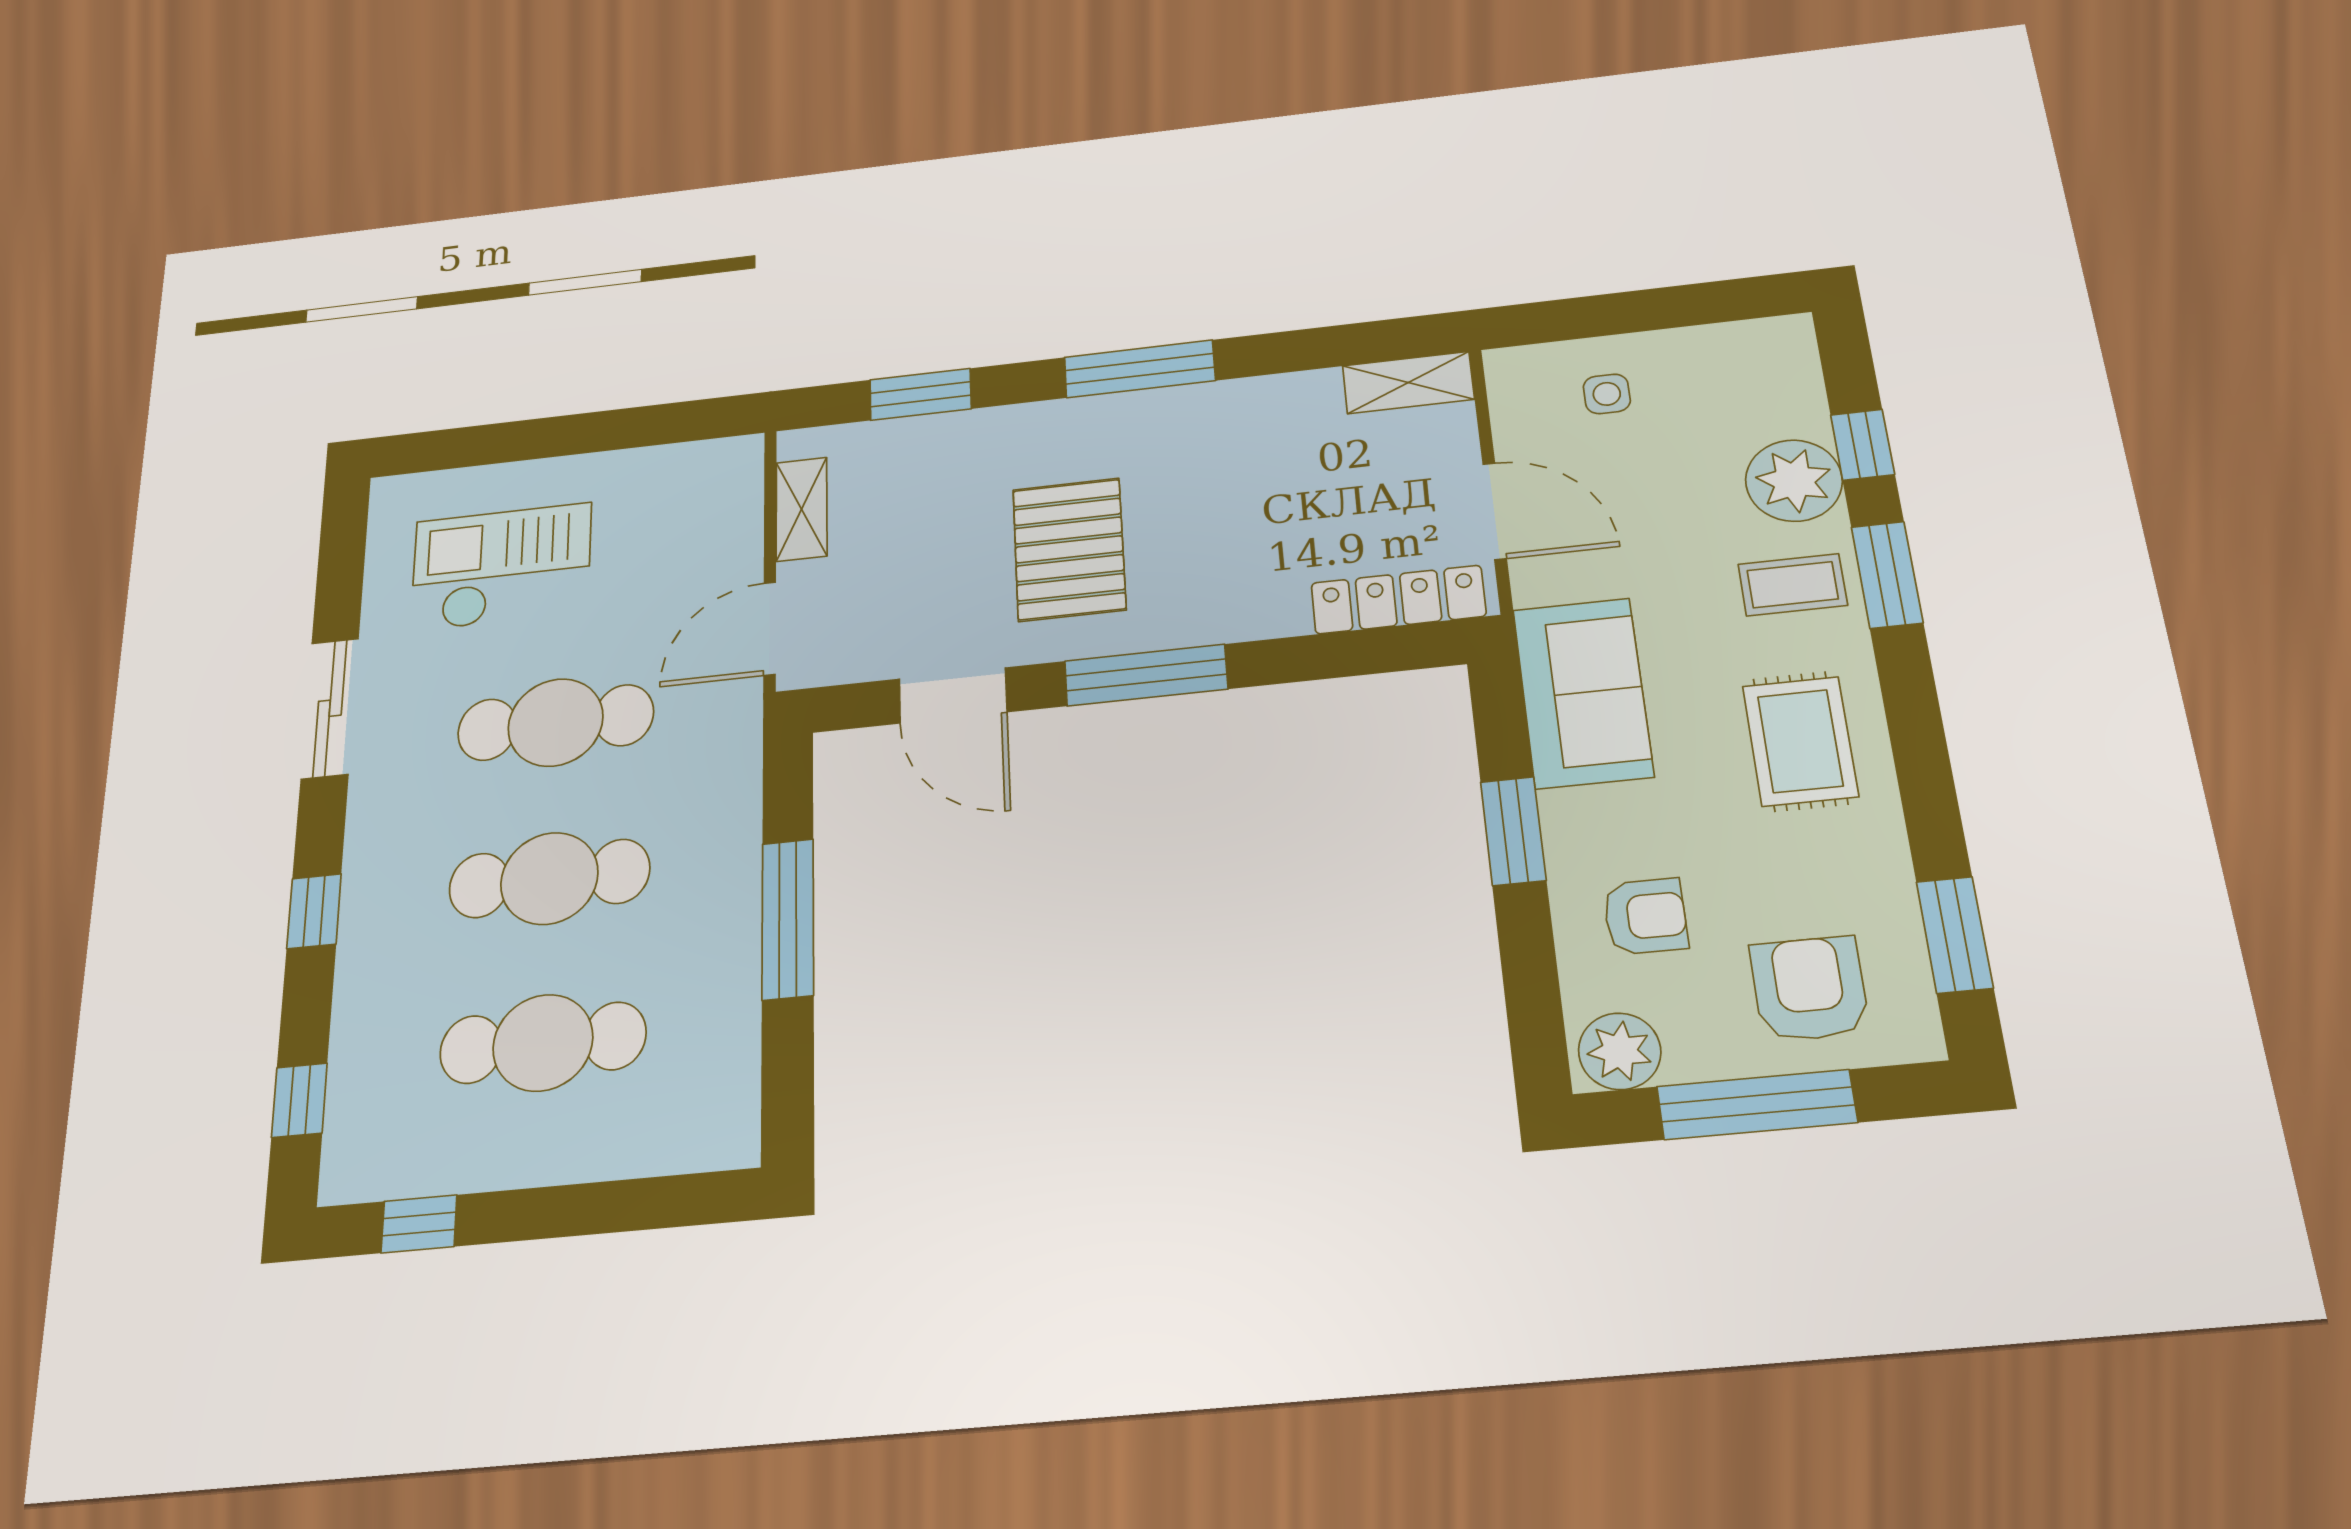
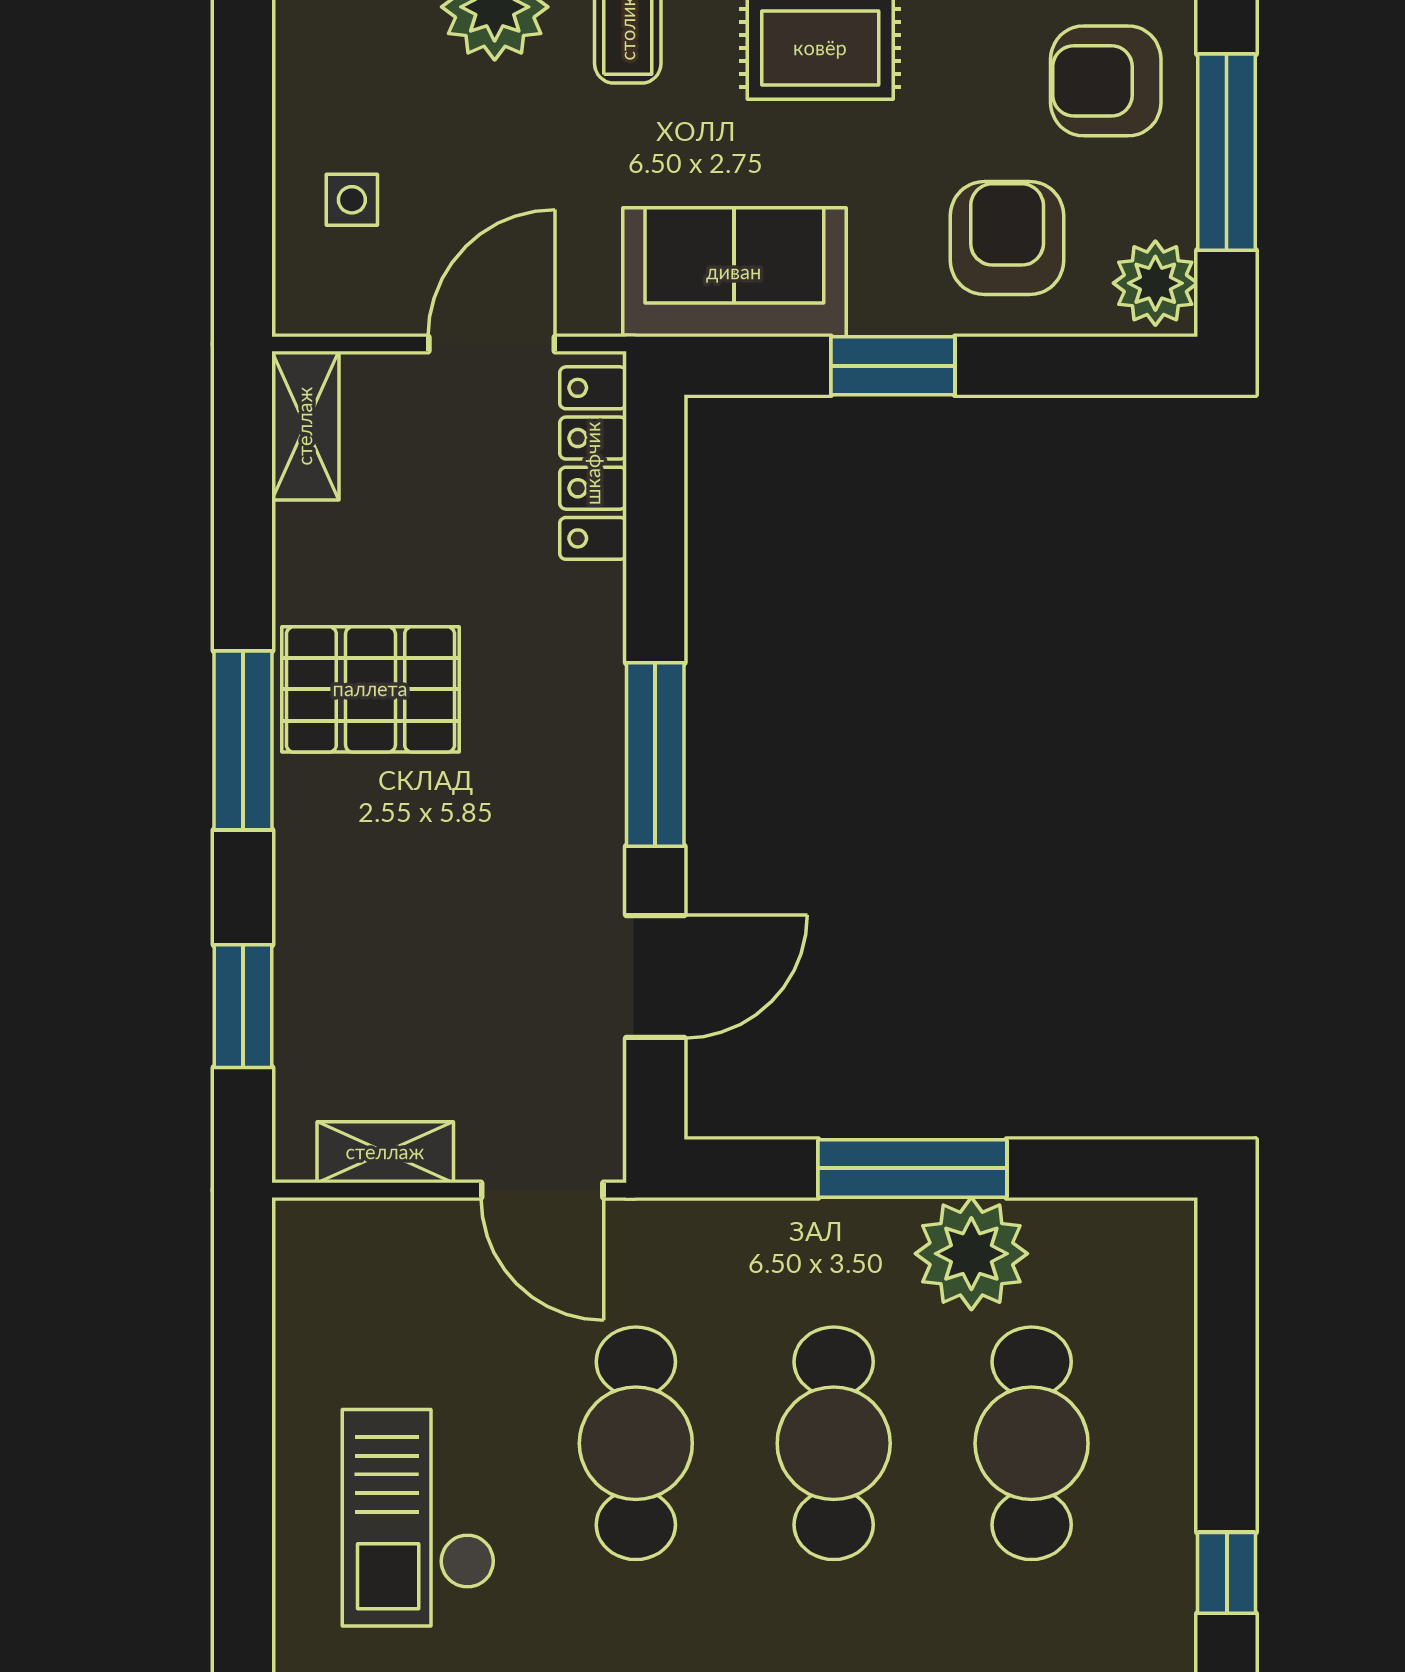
pallet: (1069, 549) -> (370, 689), moved
armchair: (1645, 916) -> (1007, 238), width x1.38, depth x1.38
plant: (712, 976) -> (971, 1254), added

